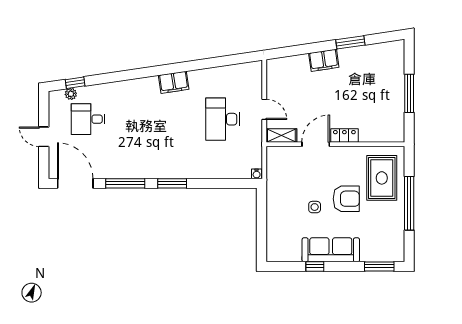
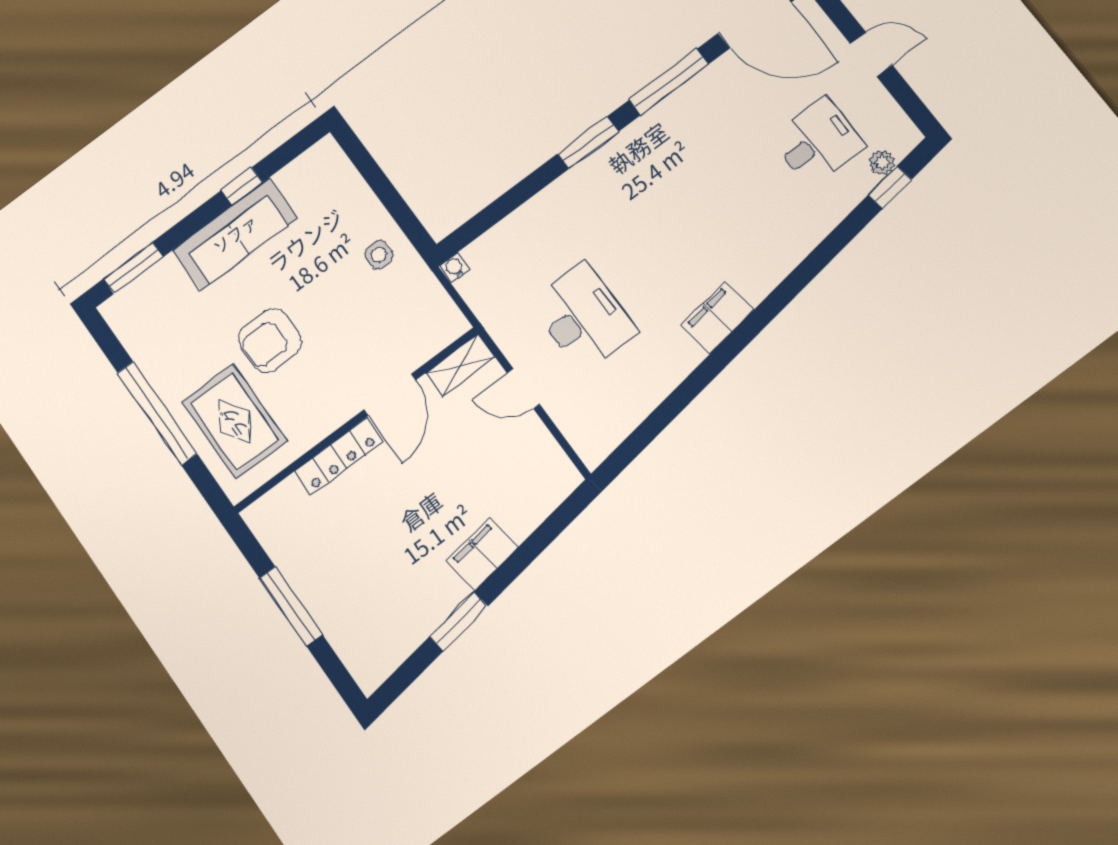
locker: (344, 136) -> (339, 456), width x1.53
side table: (315, 207) -> (379, 255), moved

